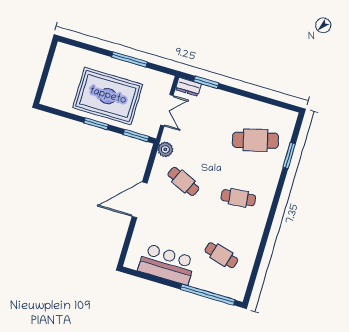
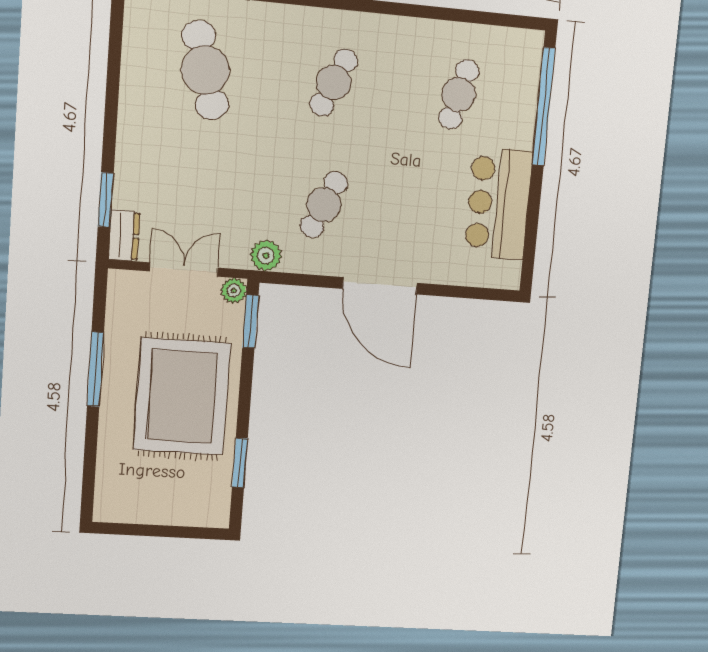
window: (96, 124) -> (240, 463), moved
plant: (152, 131) -> (234, 291), added
cafe table: (238, 198) -> (334, 82), turned 30

